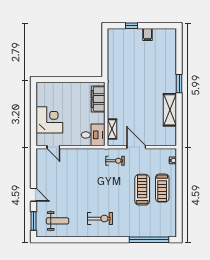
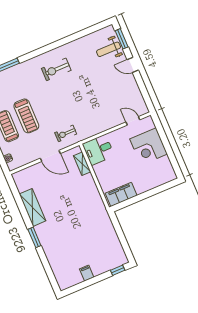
window: (131, 26) -> (118, 270), moved
filing cabinet: (98, 99) -> (121, 194), moved, turned -90
weight bench: (58, 221) -> (108, 49), moved

